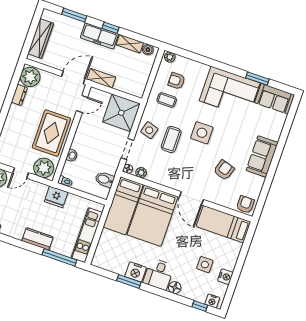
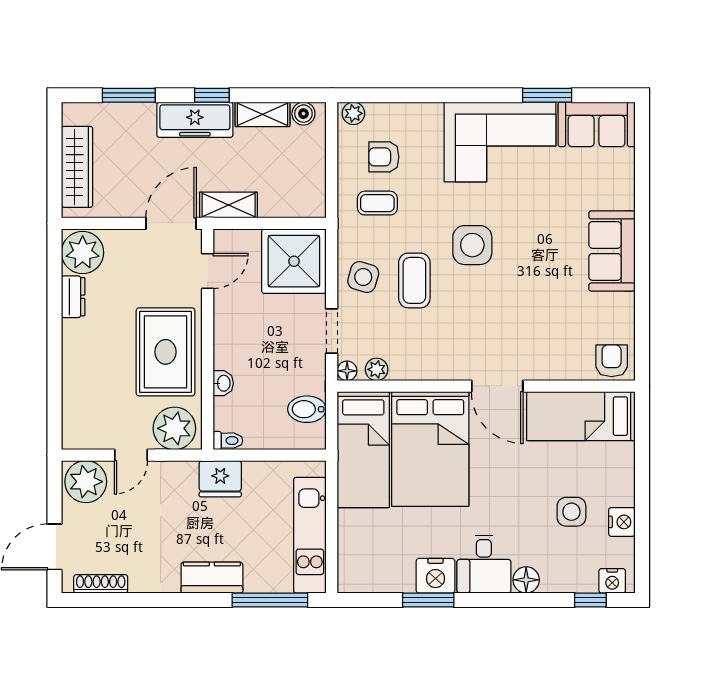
armchair: (224, 170) -> (544, 306), removed

